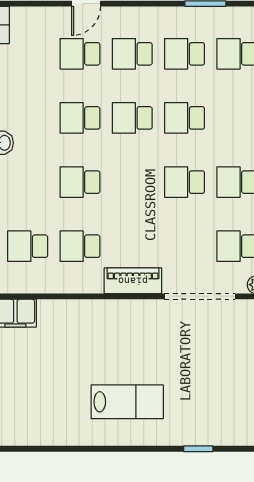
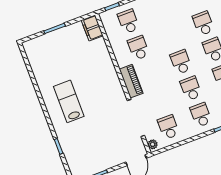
school desk: (80, 182) -> (181, 62), moved
lab bench: (127, 402) -> (69, 101), turned 180

